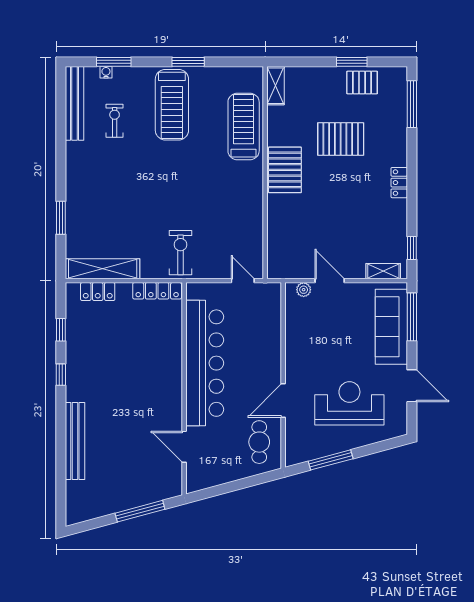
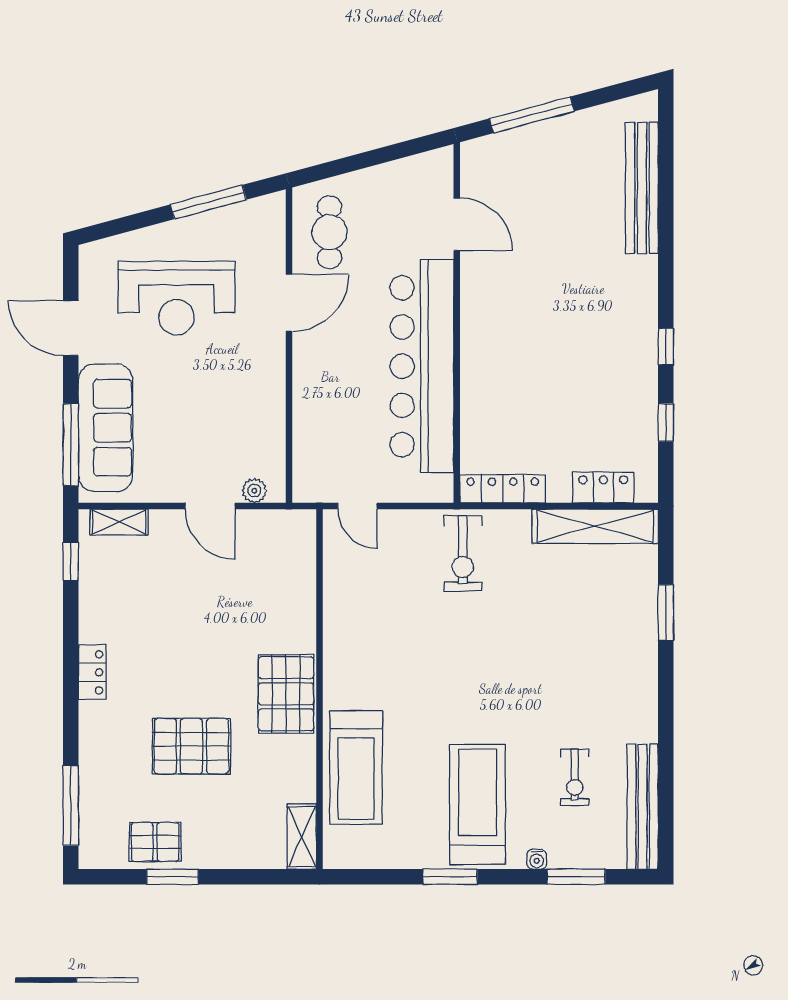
water cooler: (106, 72) -> (537, 859), moved
bench: (75, 441) -> (642, 188), moved

